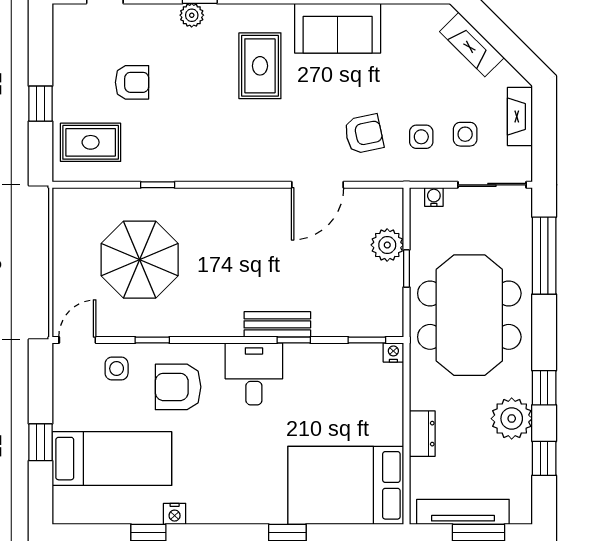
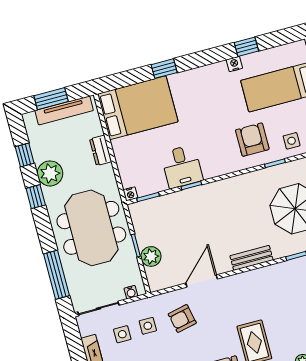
bench: (277, 324) -> (252, 258), moved
desk: (254, 374) -> (182, 167), moved
armchair: (178, 387) -> (252, 140), turned -90

